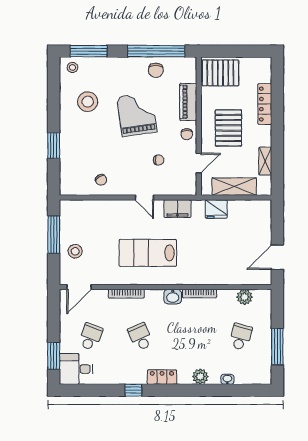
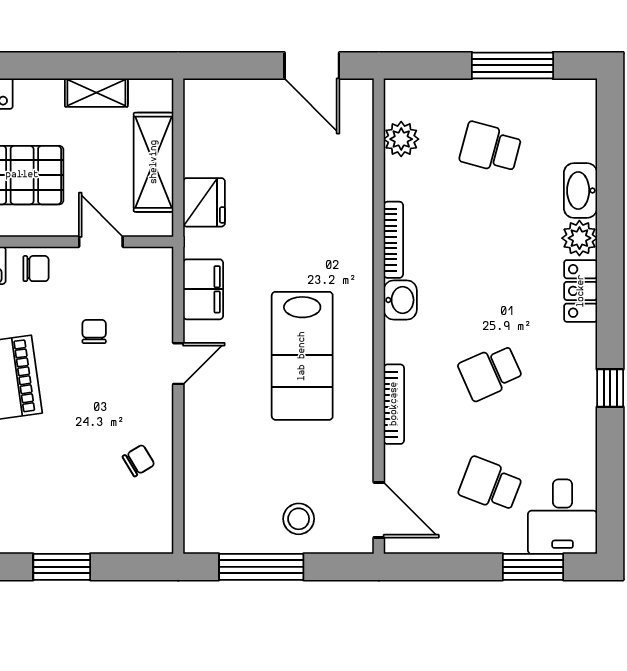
locker: (162, 377) -> (581, 291), moved
washbasin: (227, 379) -> (580, 190), width x1.91, depth x1.45

